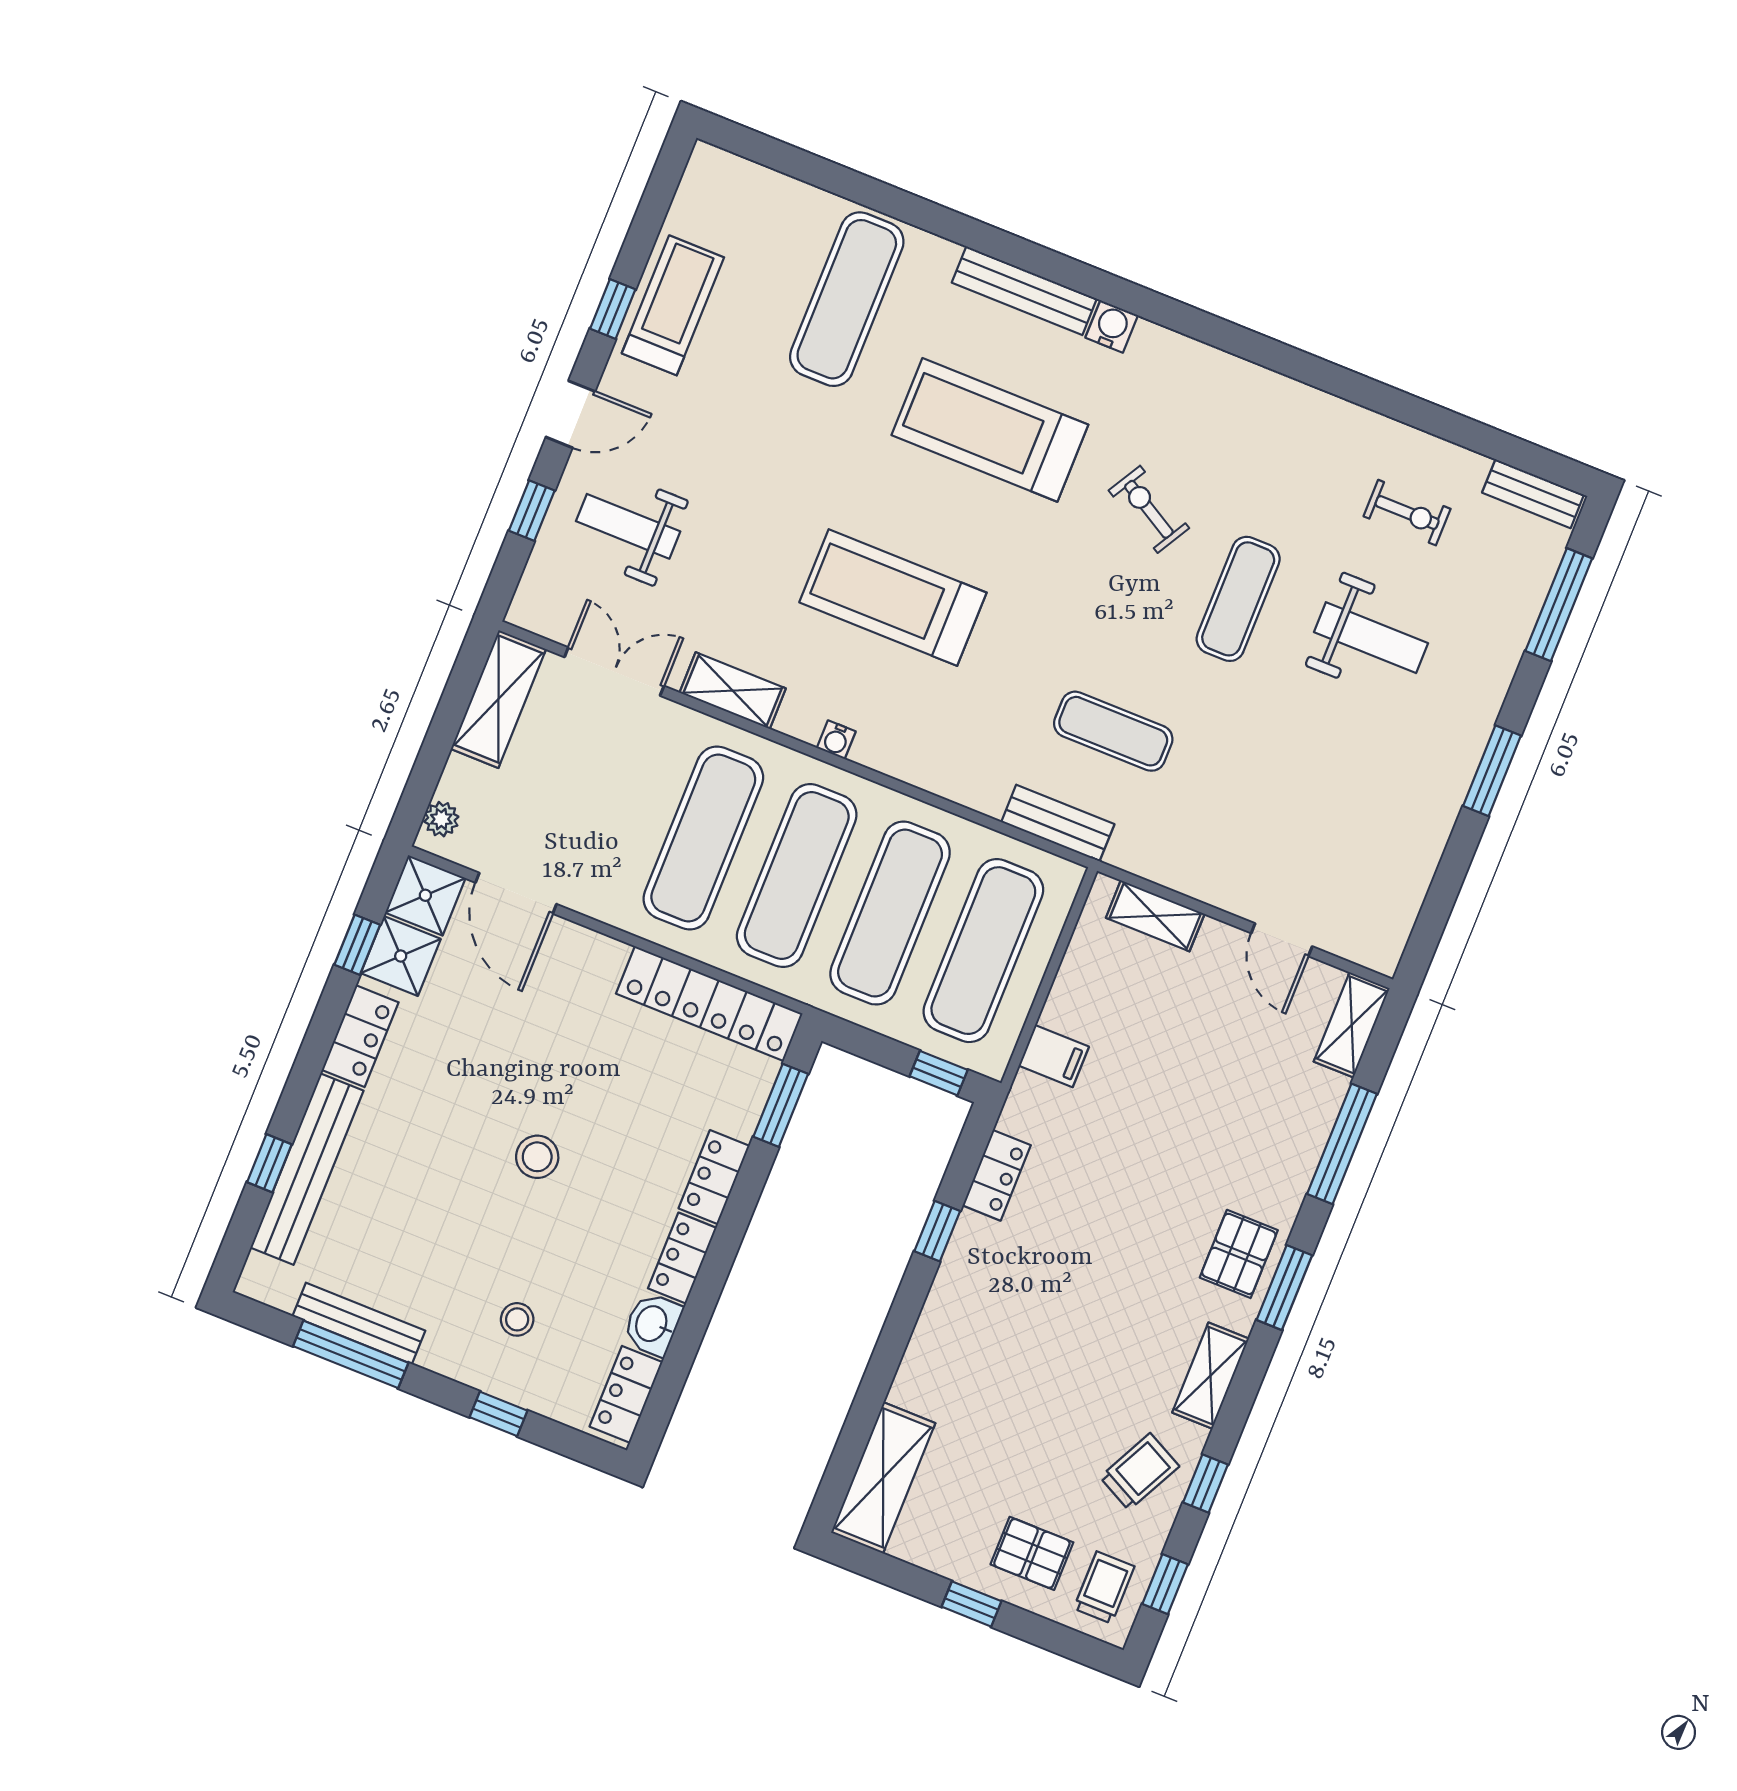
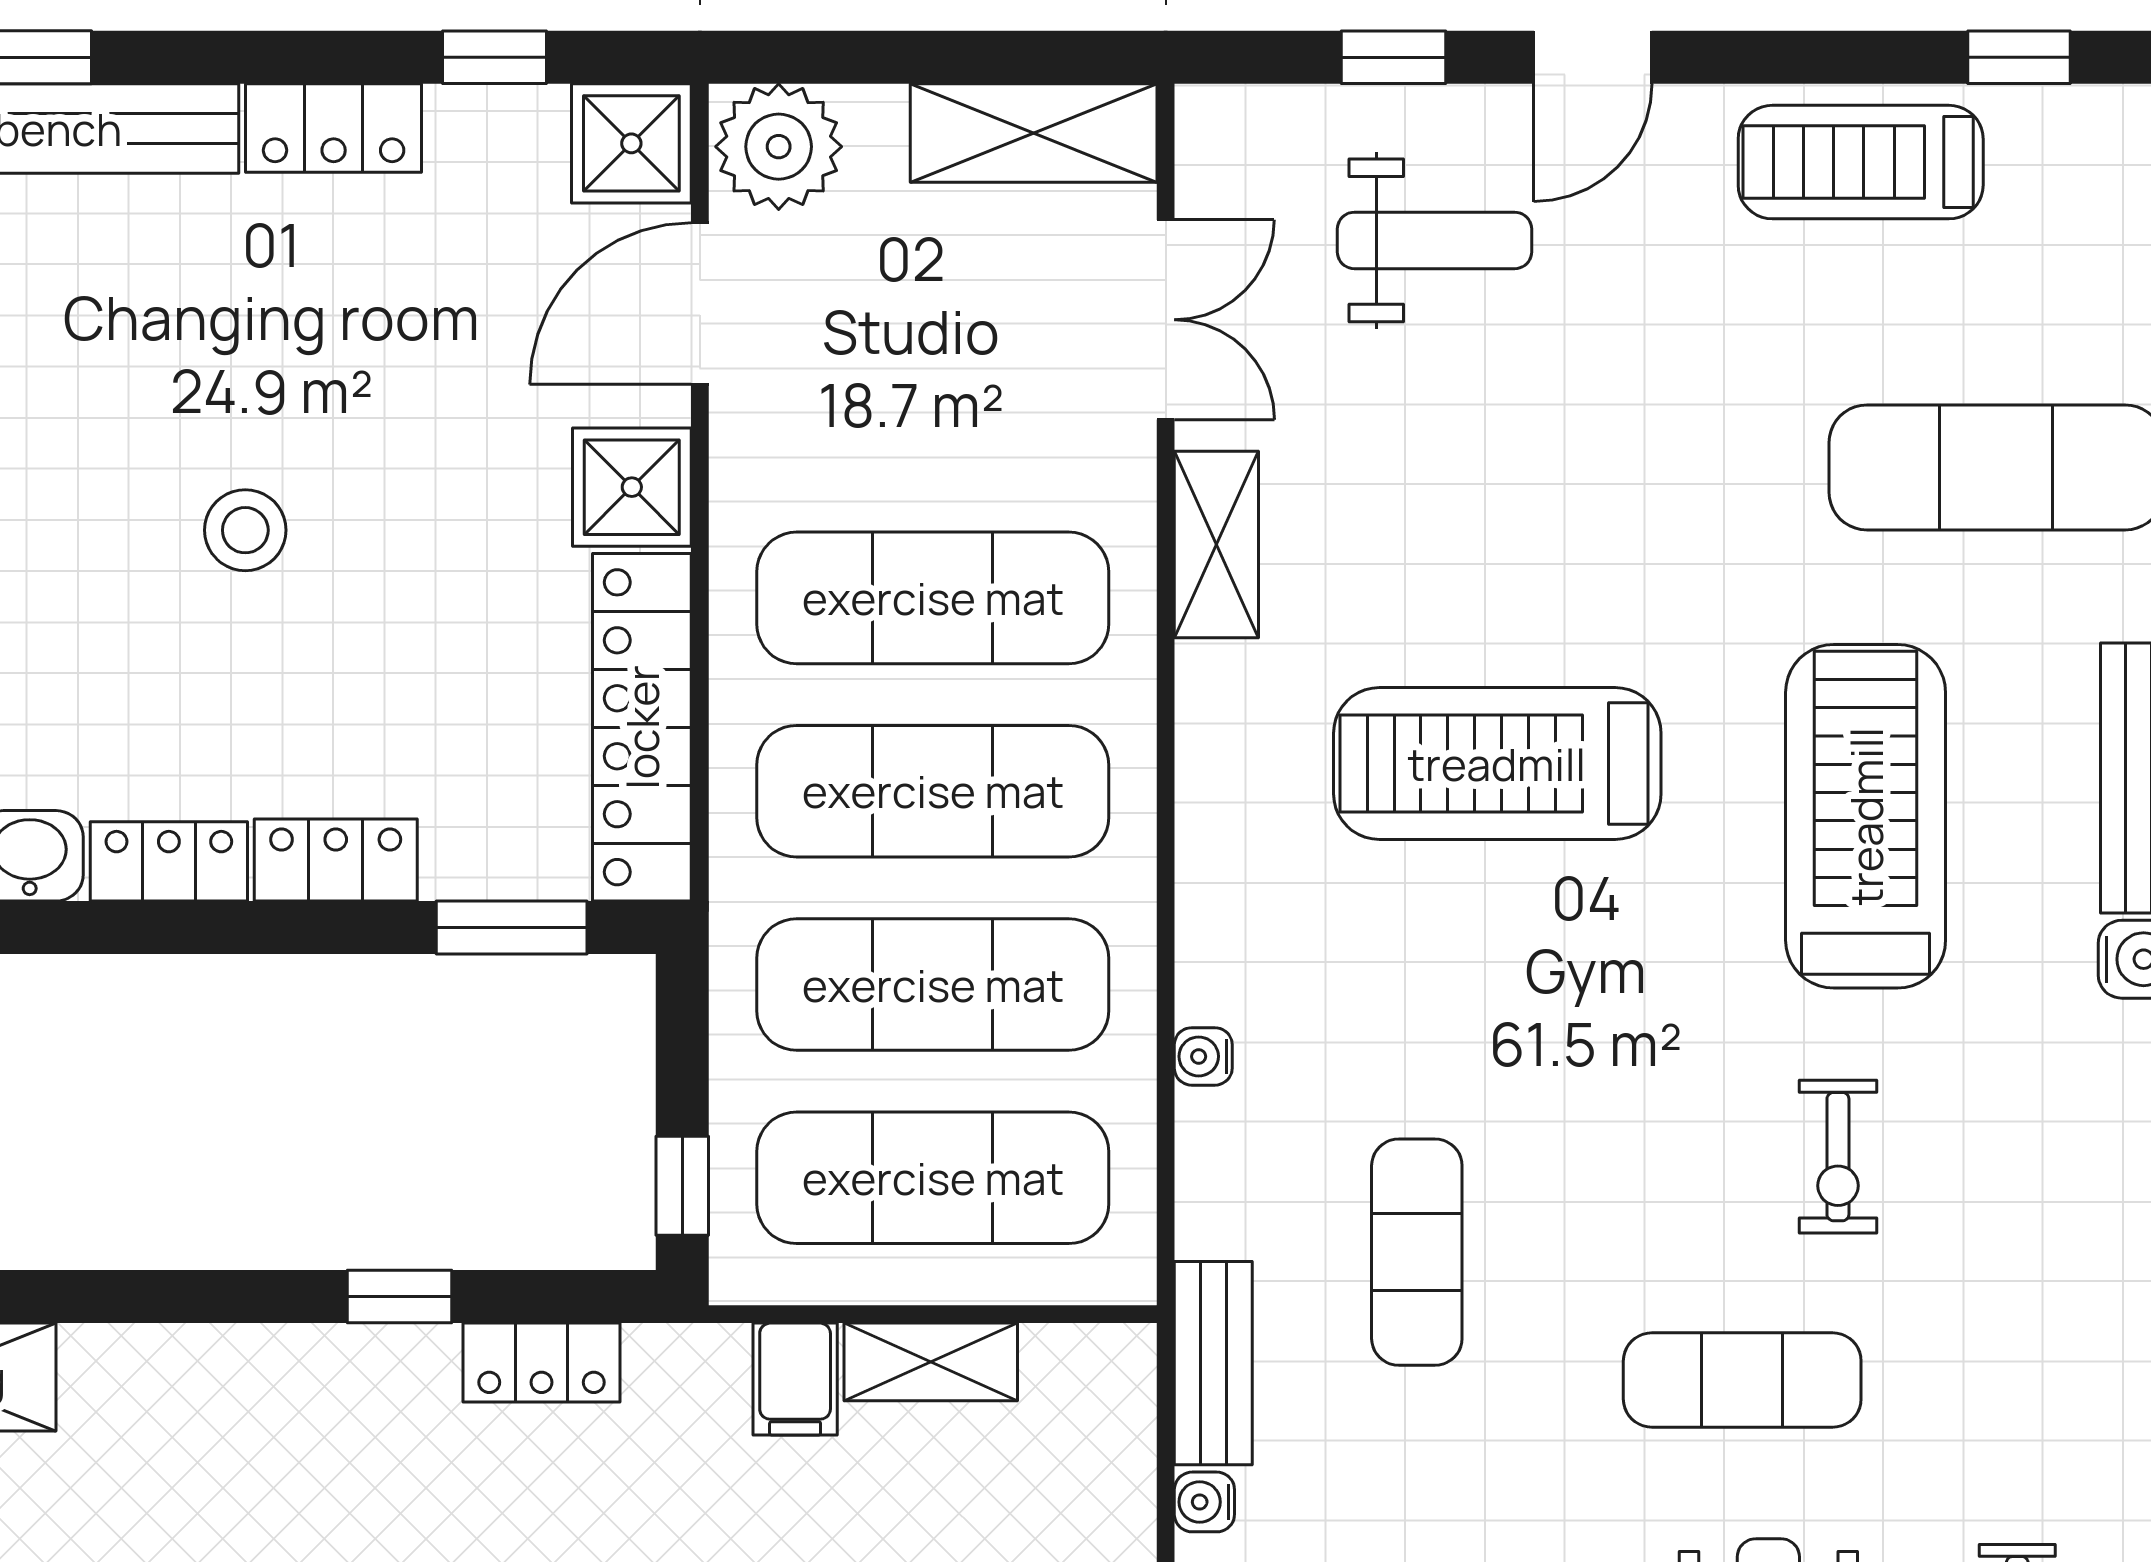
treadmill: (673, 305) -> (1861, 162), turned 180
window: (613, 309) -> (2019, 57), moved
door: (570, 414) -> (1593, 57), hinge flipped
exercise bike: (1149, 509) -> (1838, 1157), turned 150
weight bench: (628, 526) -> (1435, 240), turned 90
treadmill: (893, 598) -> (1497, 764), turned -90
water cooler: (836, 740) -> (1203, 1056), moved
plant: (441, 819) -> (779, 147), width x1.88, depth x1.88
bench: (1058, 823) -> (1213, 1363), moved
water cooler: (1193, 882) -> (1204, 1502), added
shelving: (1155, 916) -> (931, 1362), moved, turned 90
shower: (401, 956) -> (632, 487), moved

